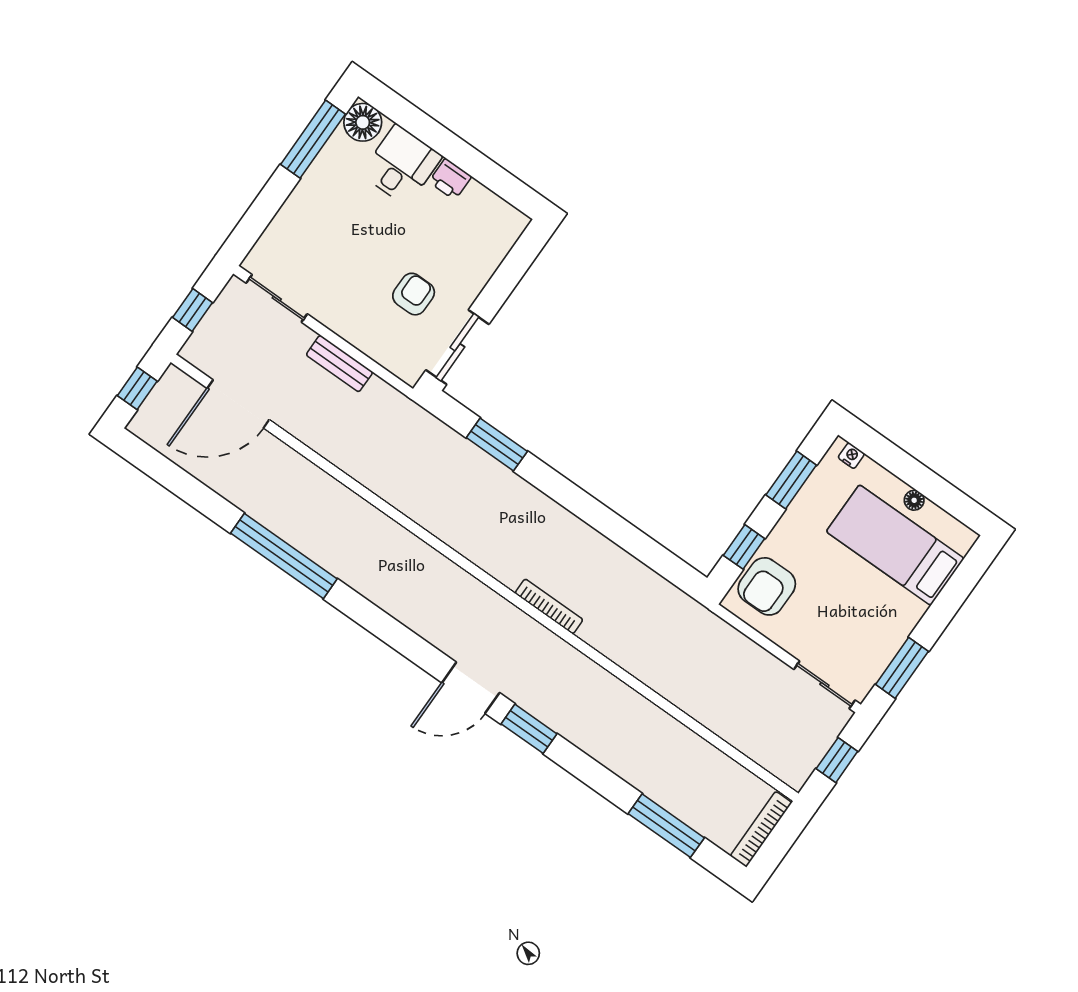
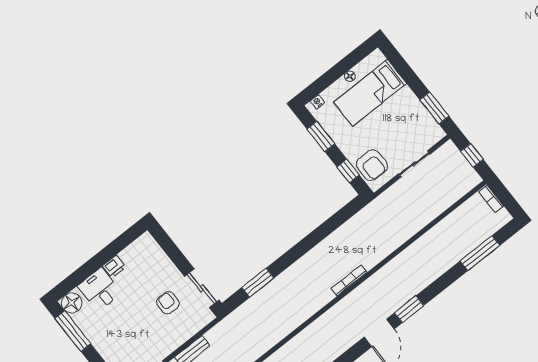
sliding door: (824, 685) -> (414, 164), moved
bookcase: (761, 829) -> (491, 199), width x0.64

